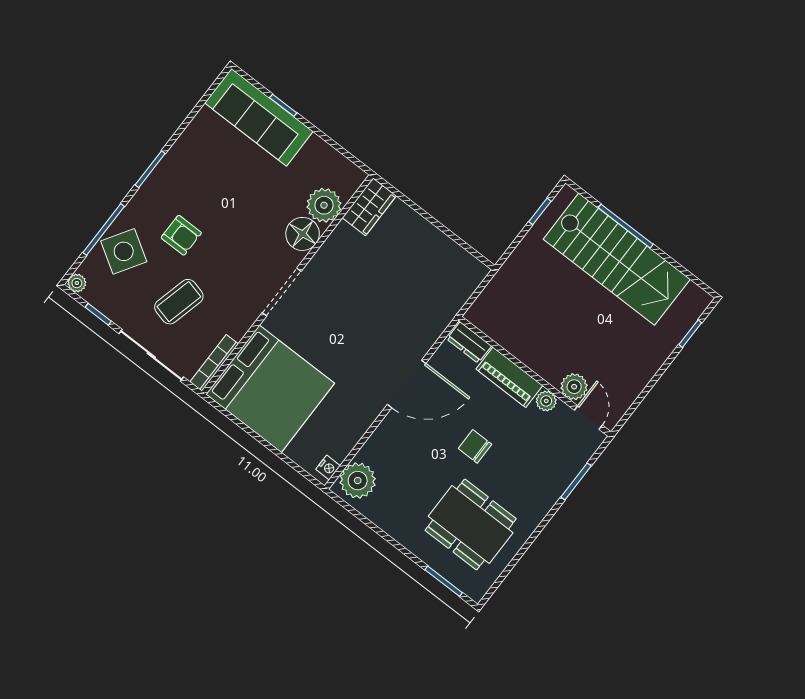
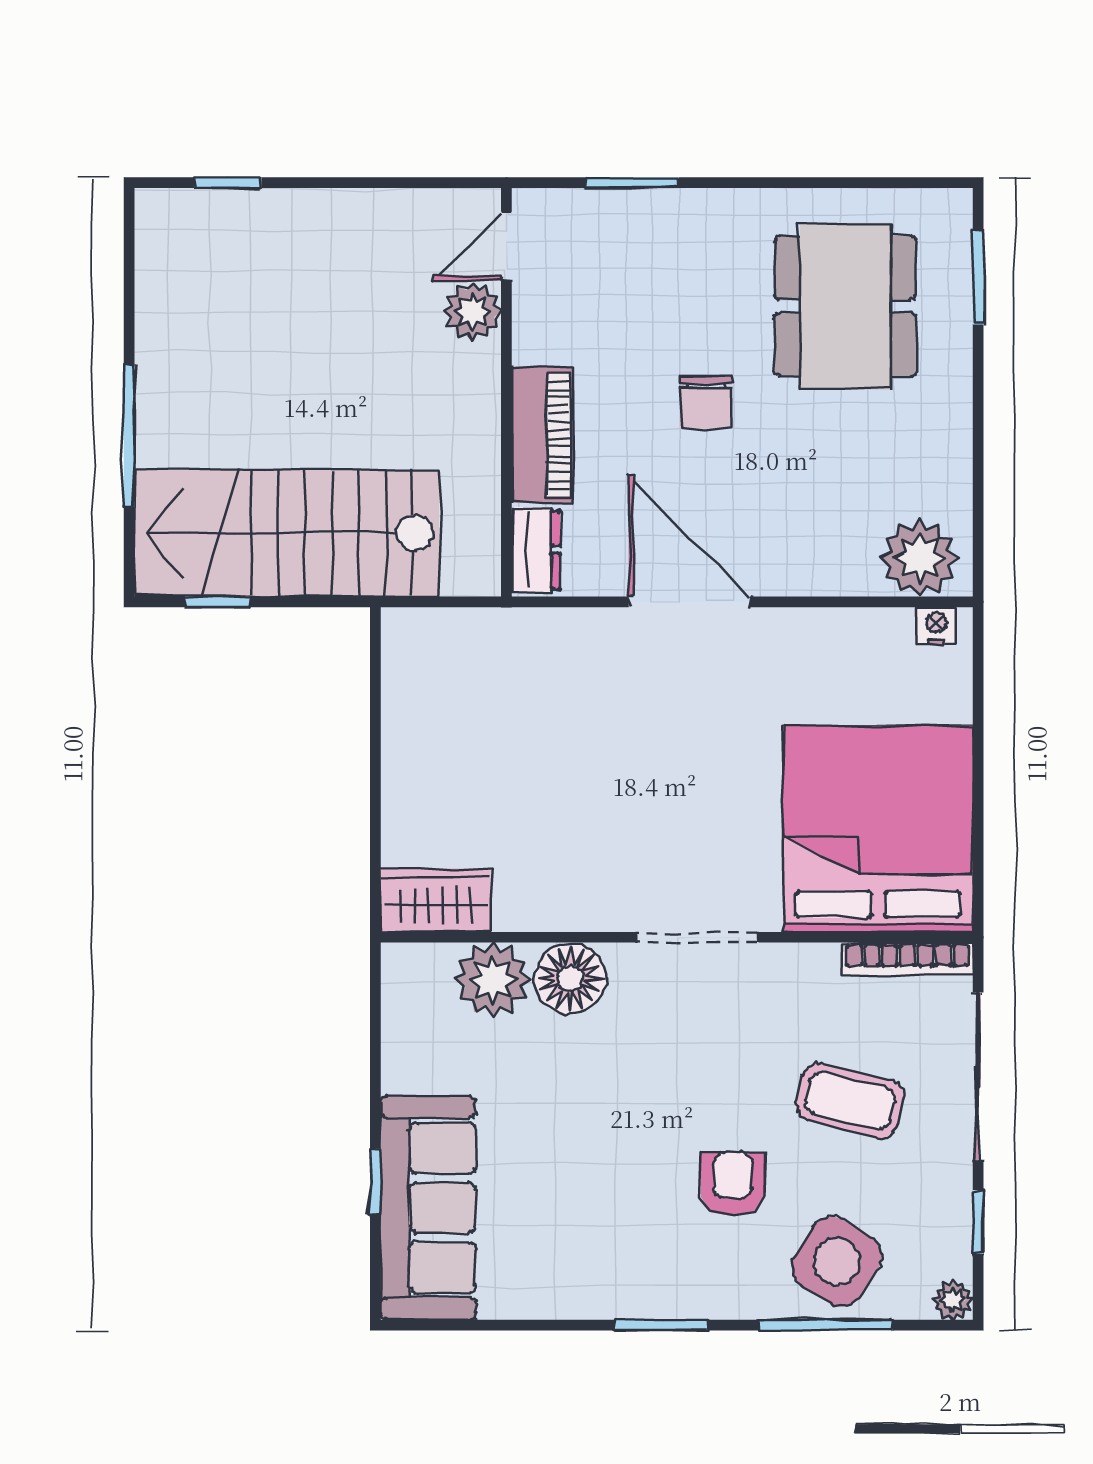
stairs: (617, 259) -> (287, 533), moved, turned -90
plant: (546, 401) -> (534, 340), removed

